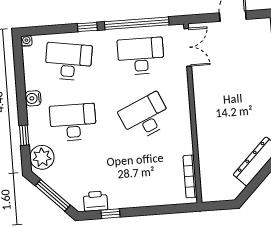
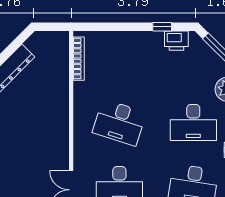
desk: (145, 117) -> (119, 122), turned 42

